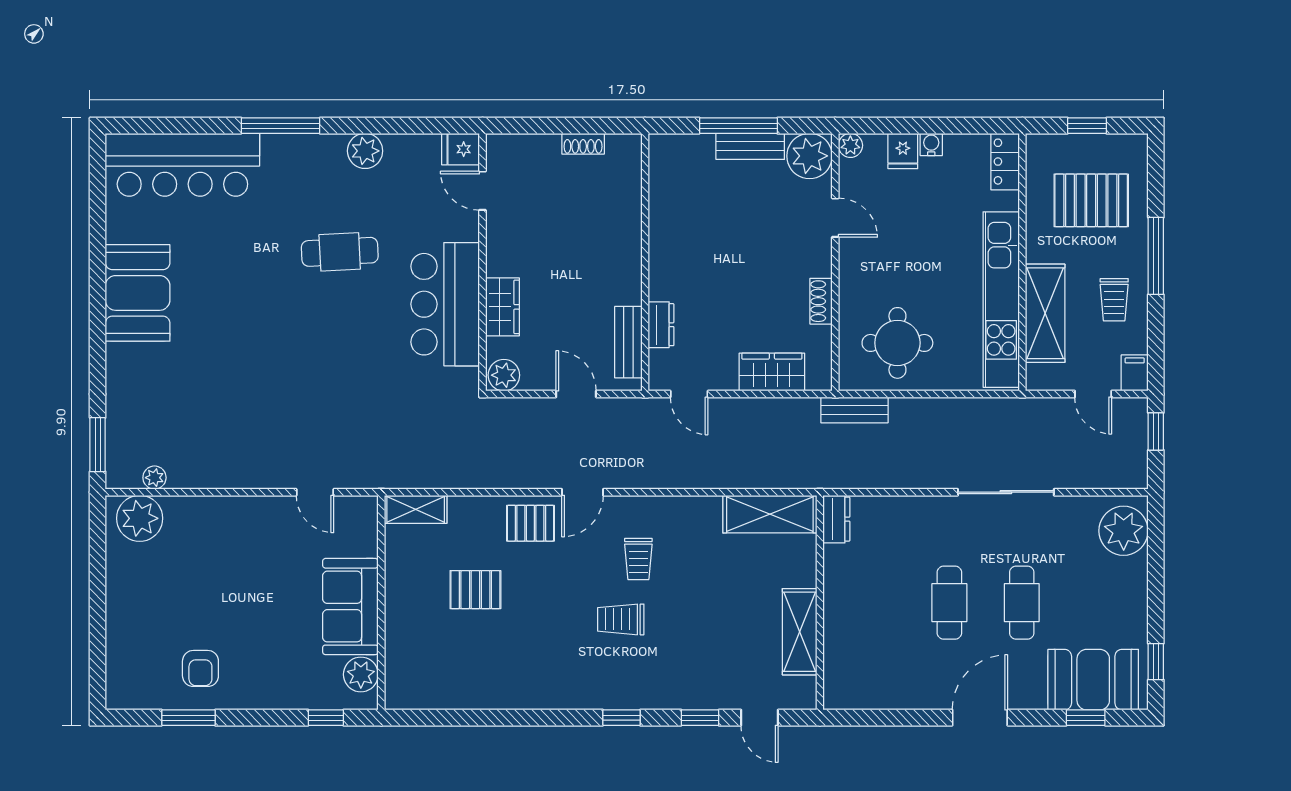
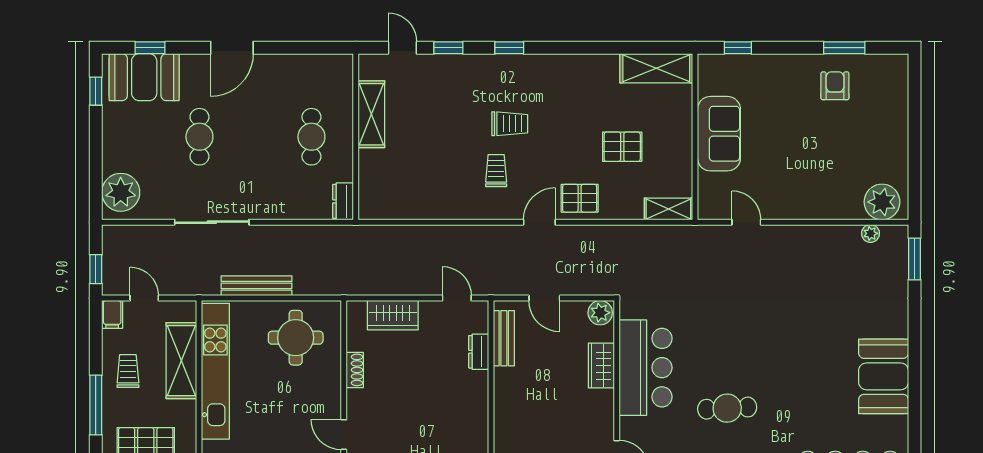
bench: (854, 410) -> (257, 286), moved, width x1.36
shelving: (770, 514) -> (656, 68), moved
cafe table: (949, 603) -> (311, 137), moved
plant: (361, 674) -> (711, 81), removed

